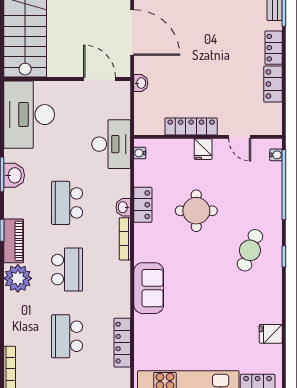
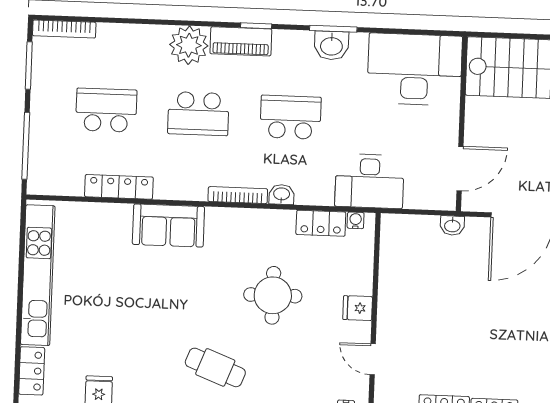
locker: (191, 126) -> (390, 293), removed
door: (240, 137) -> (373, 359), hinge flipped
locker: (143, 205) -> (321, 223), moved
locker: (122, 343) -> (119, 187), moved

